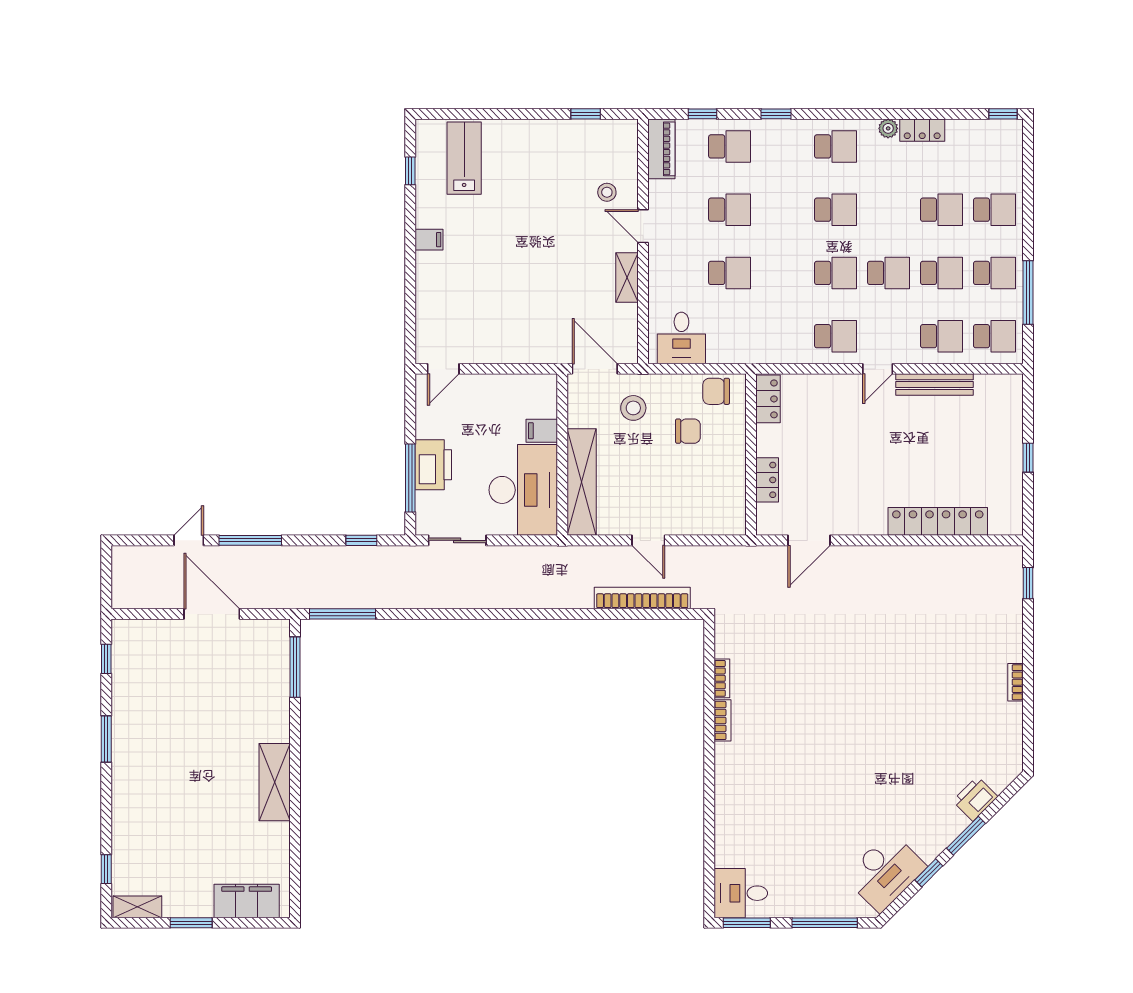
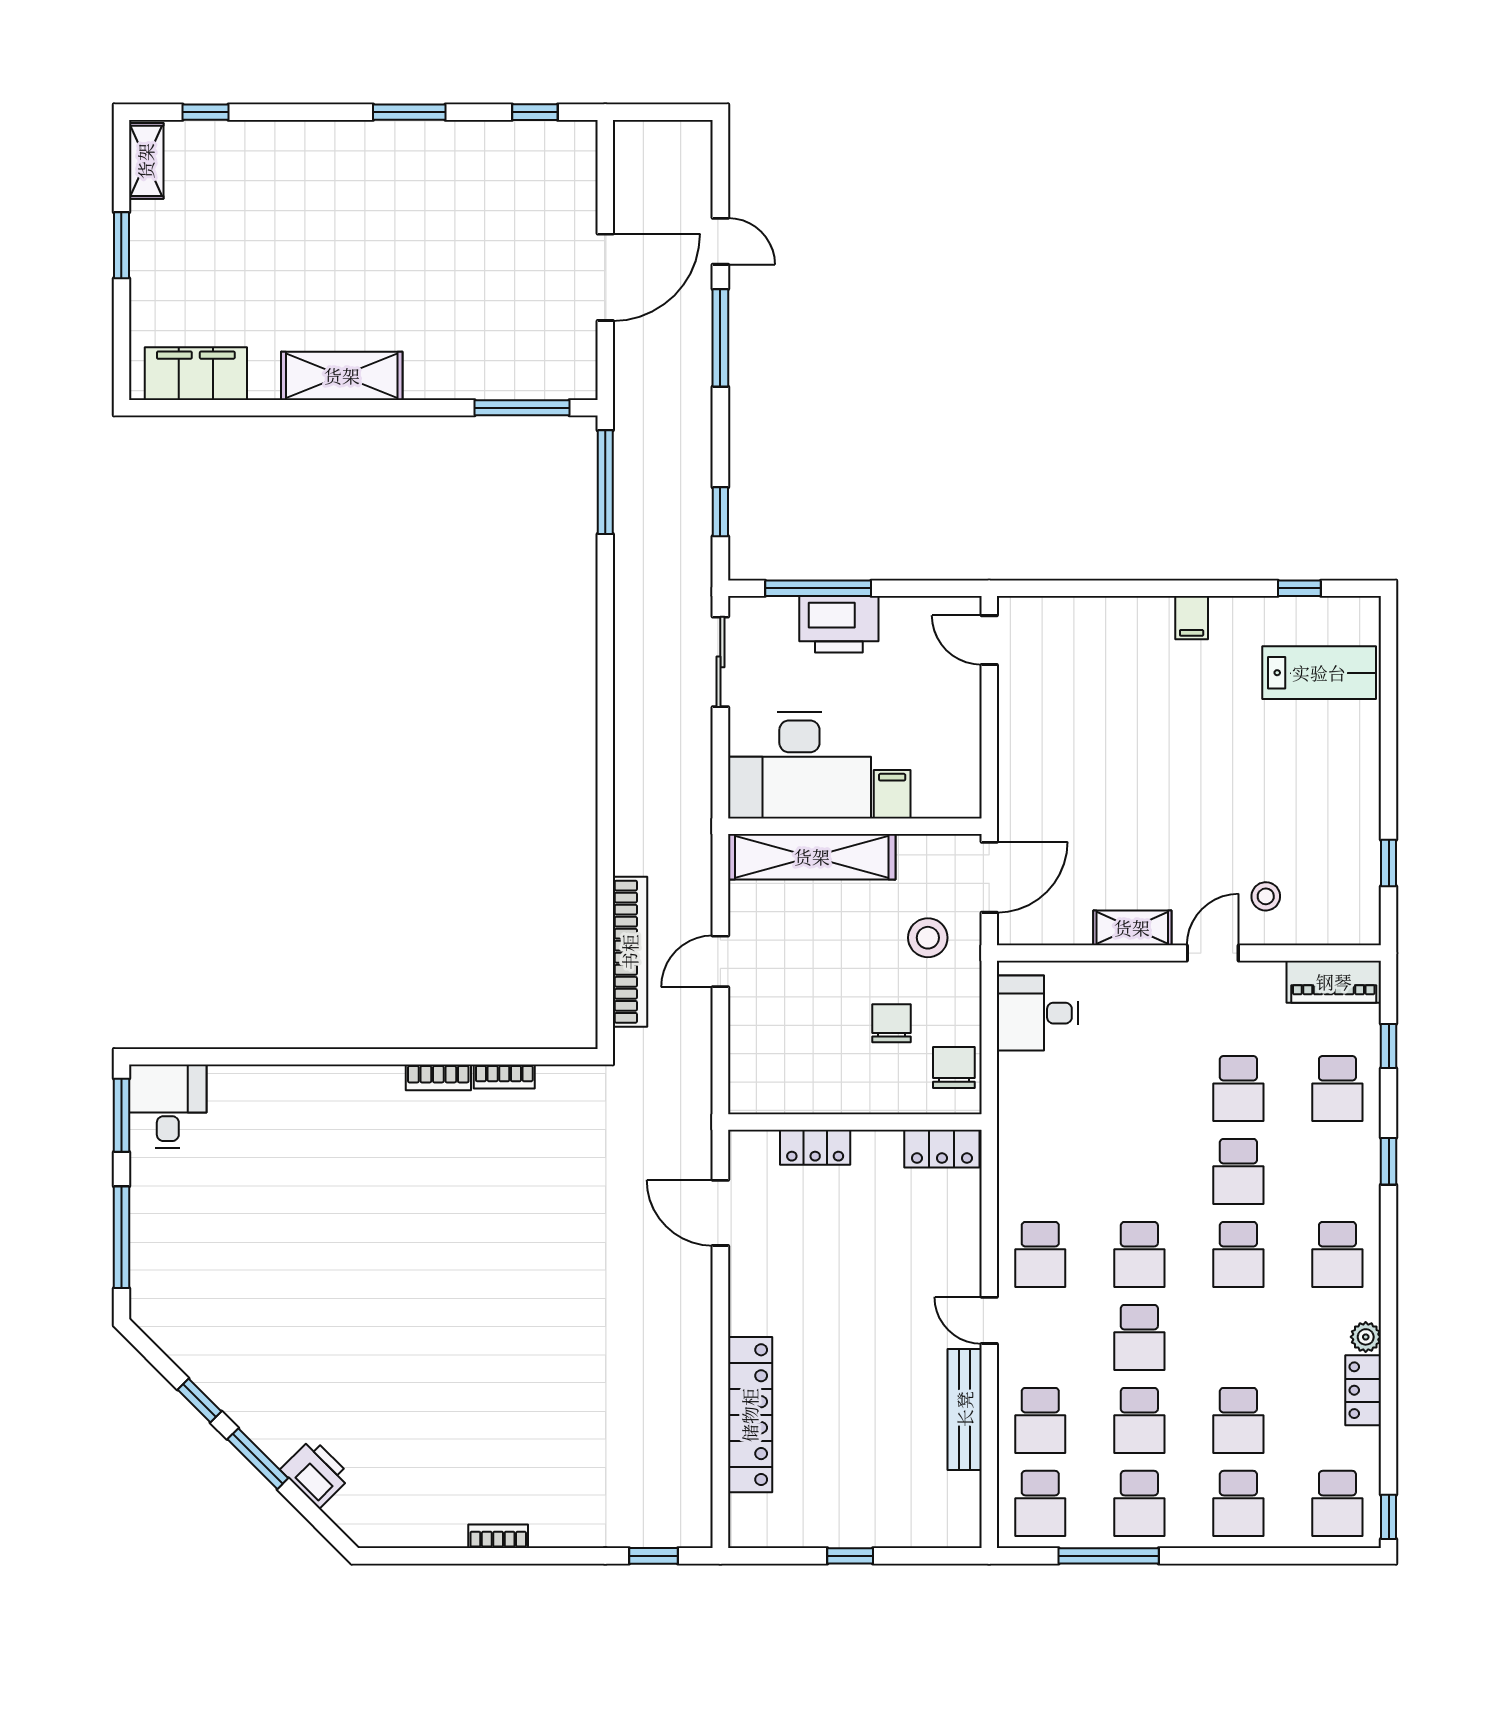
school desk: (994, 146) -> (1337, 1503), added
school desk: (730, 273) -> (1238, 1171), moved
chair: (688, 431) -> (892, 1023), turned 180
desk: (885, 872) -> (201, 1332), removed
filing cabinet: (247, 901) -> (196, 374), moved, turned -90

